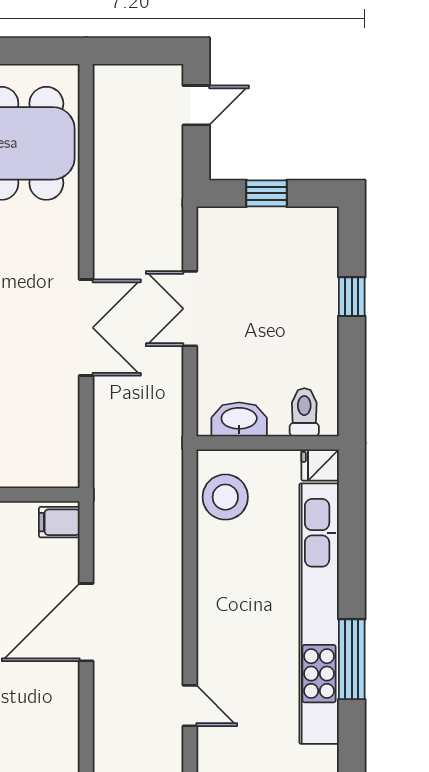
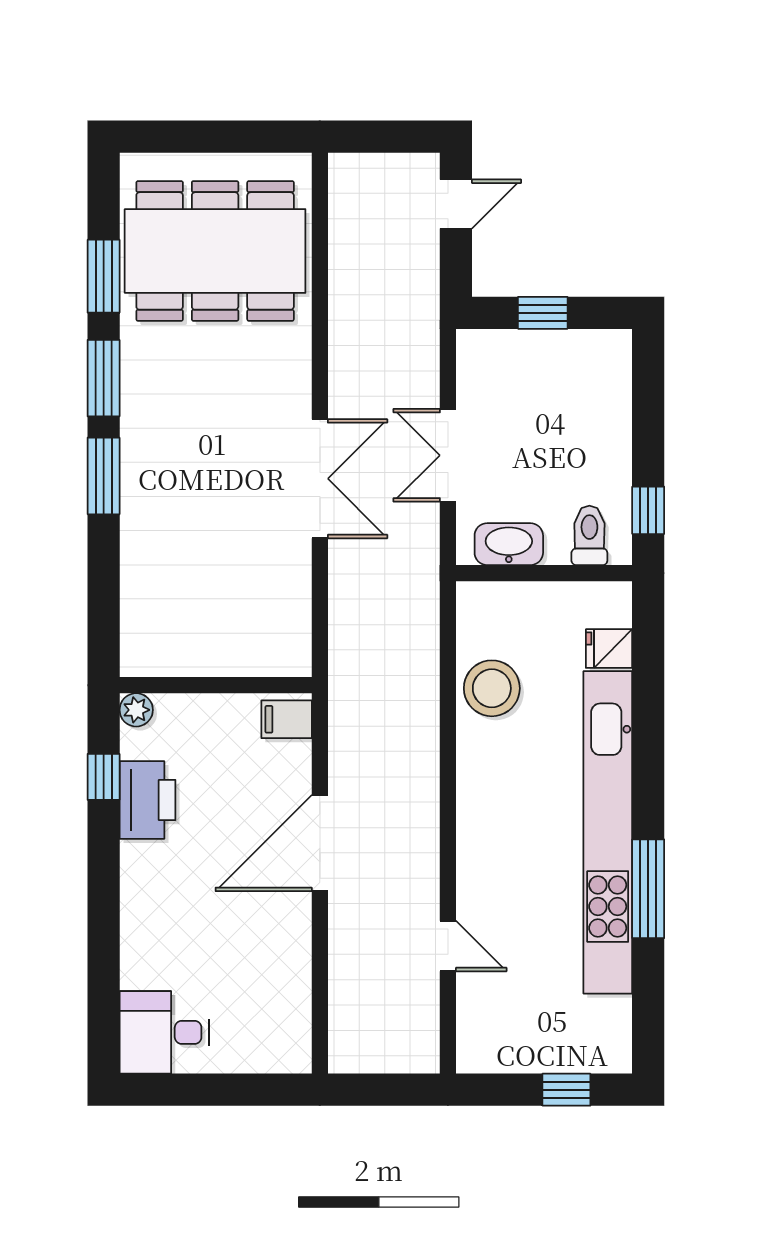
window: (352, 297) -> (648, 510), moved
toilet: (304, 412) -> (589, 535), moved
washbasin: (239, 419) -> (509, 544), moved
wall: (268, 443) -> (544, 573), moved

